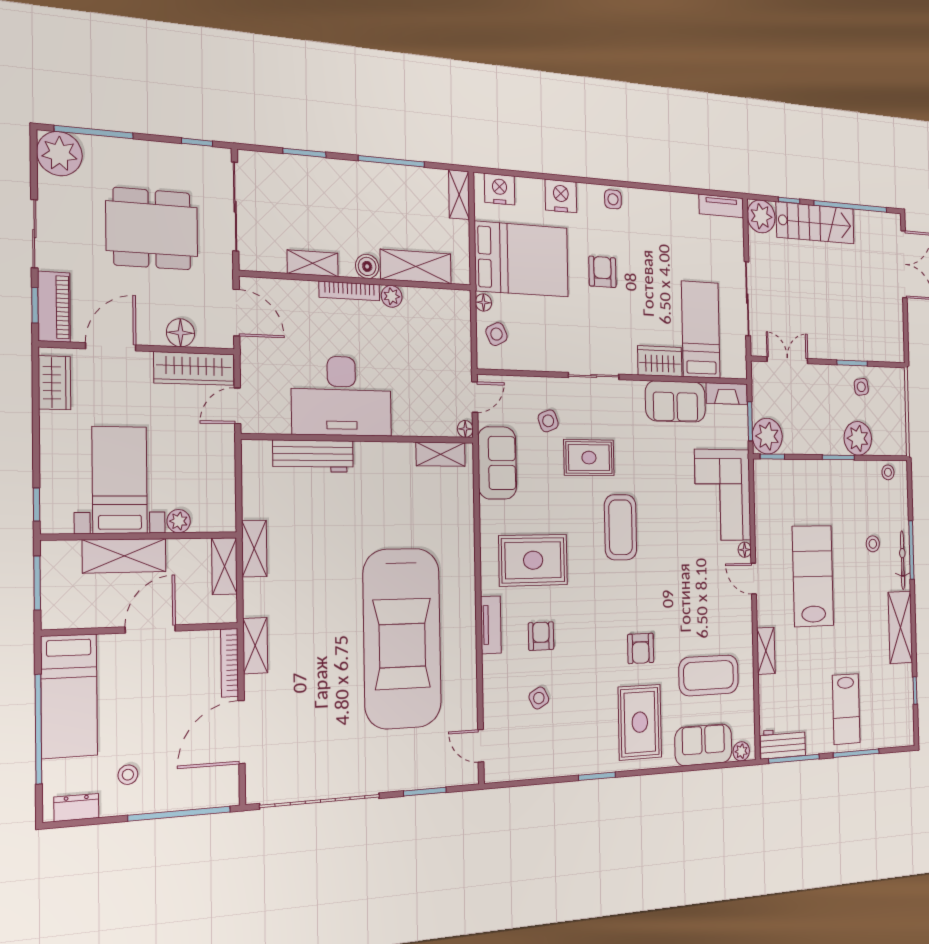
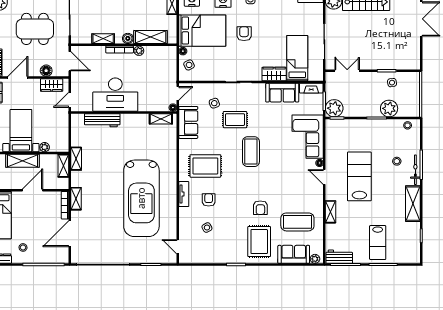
wardrobe: (194, 369) -> (52, 85), width x0.67

